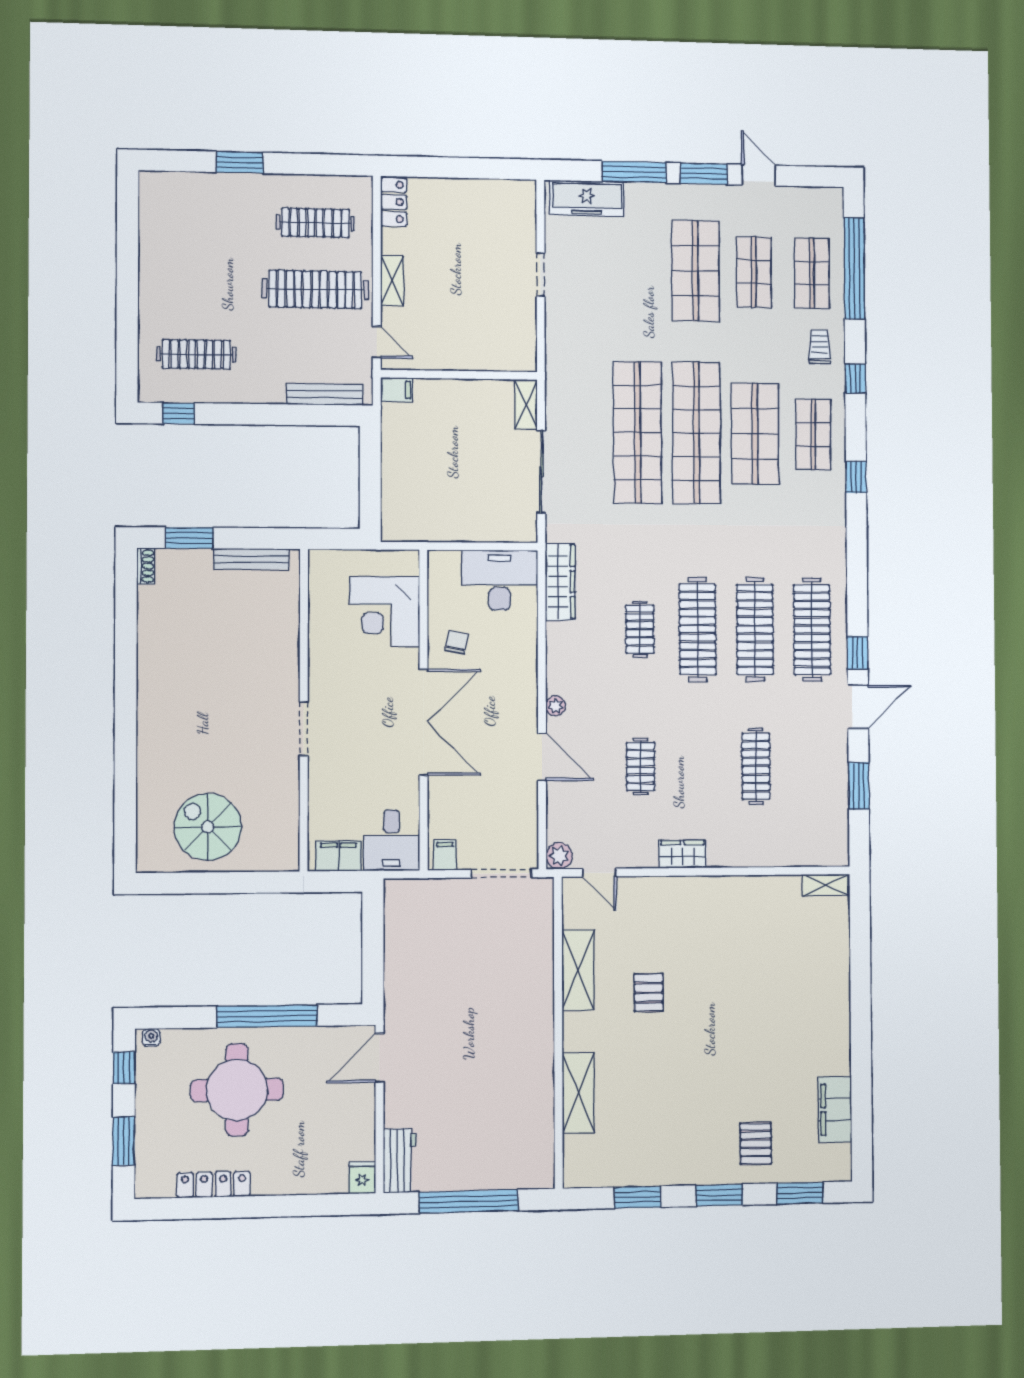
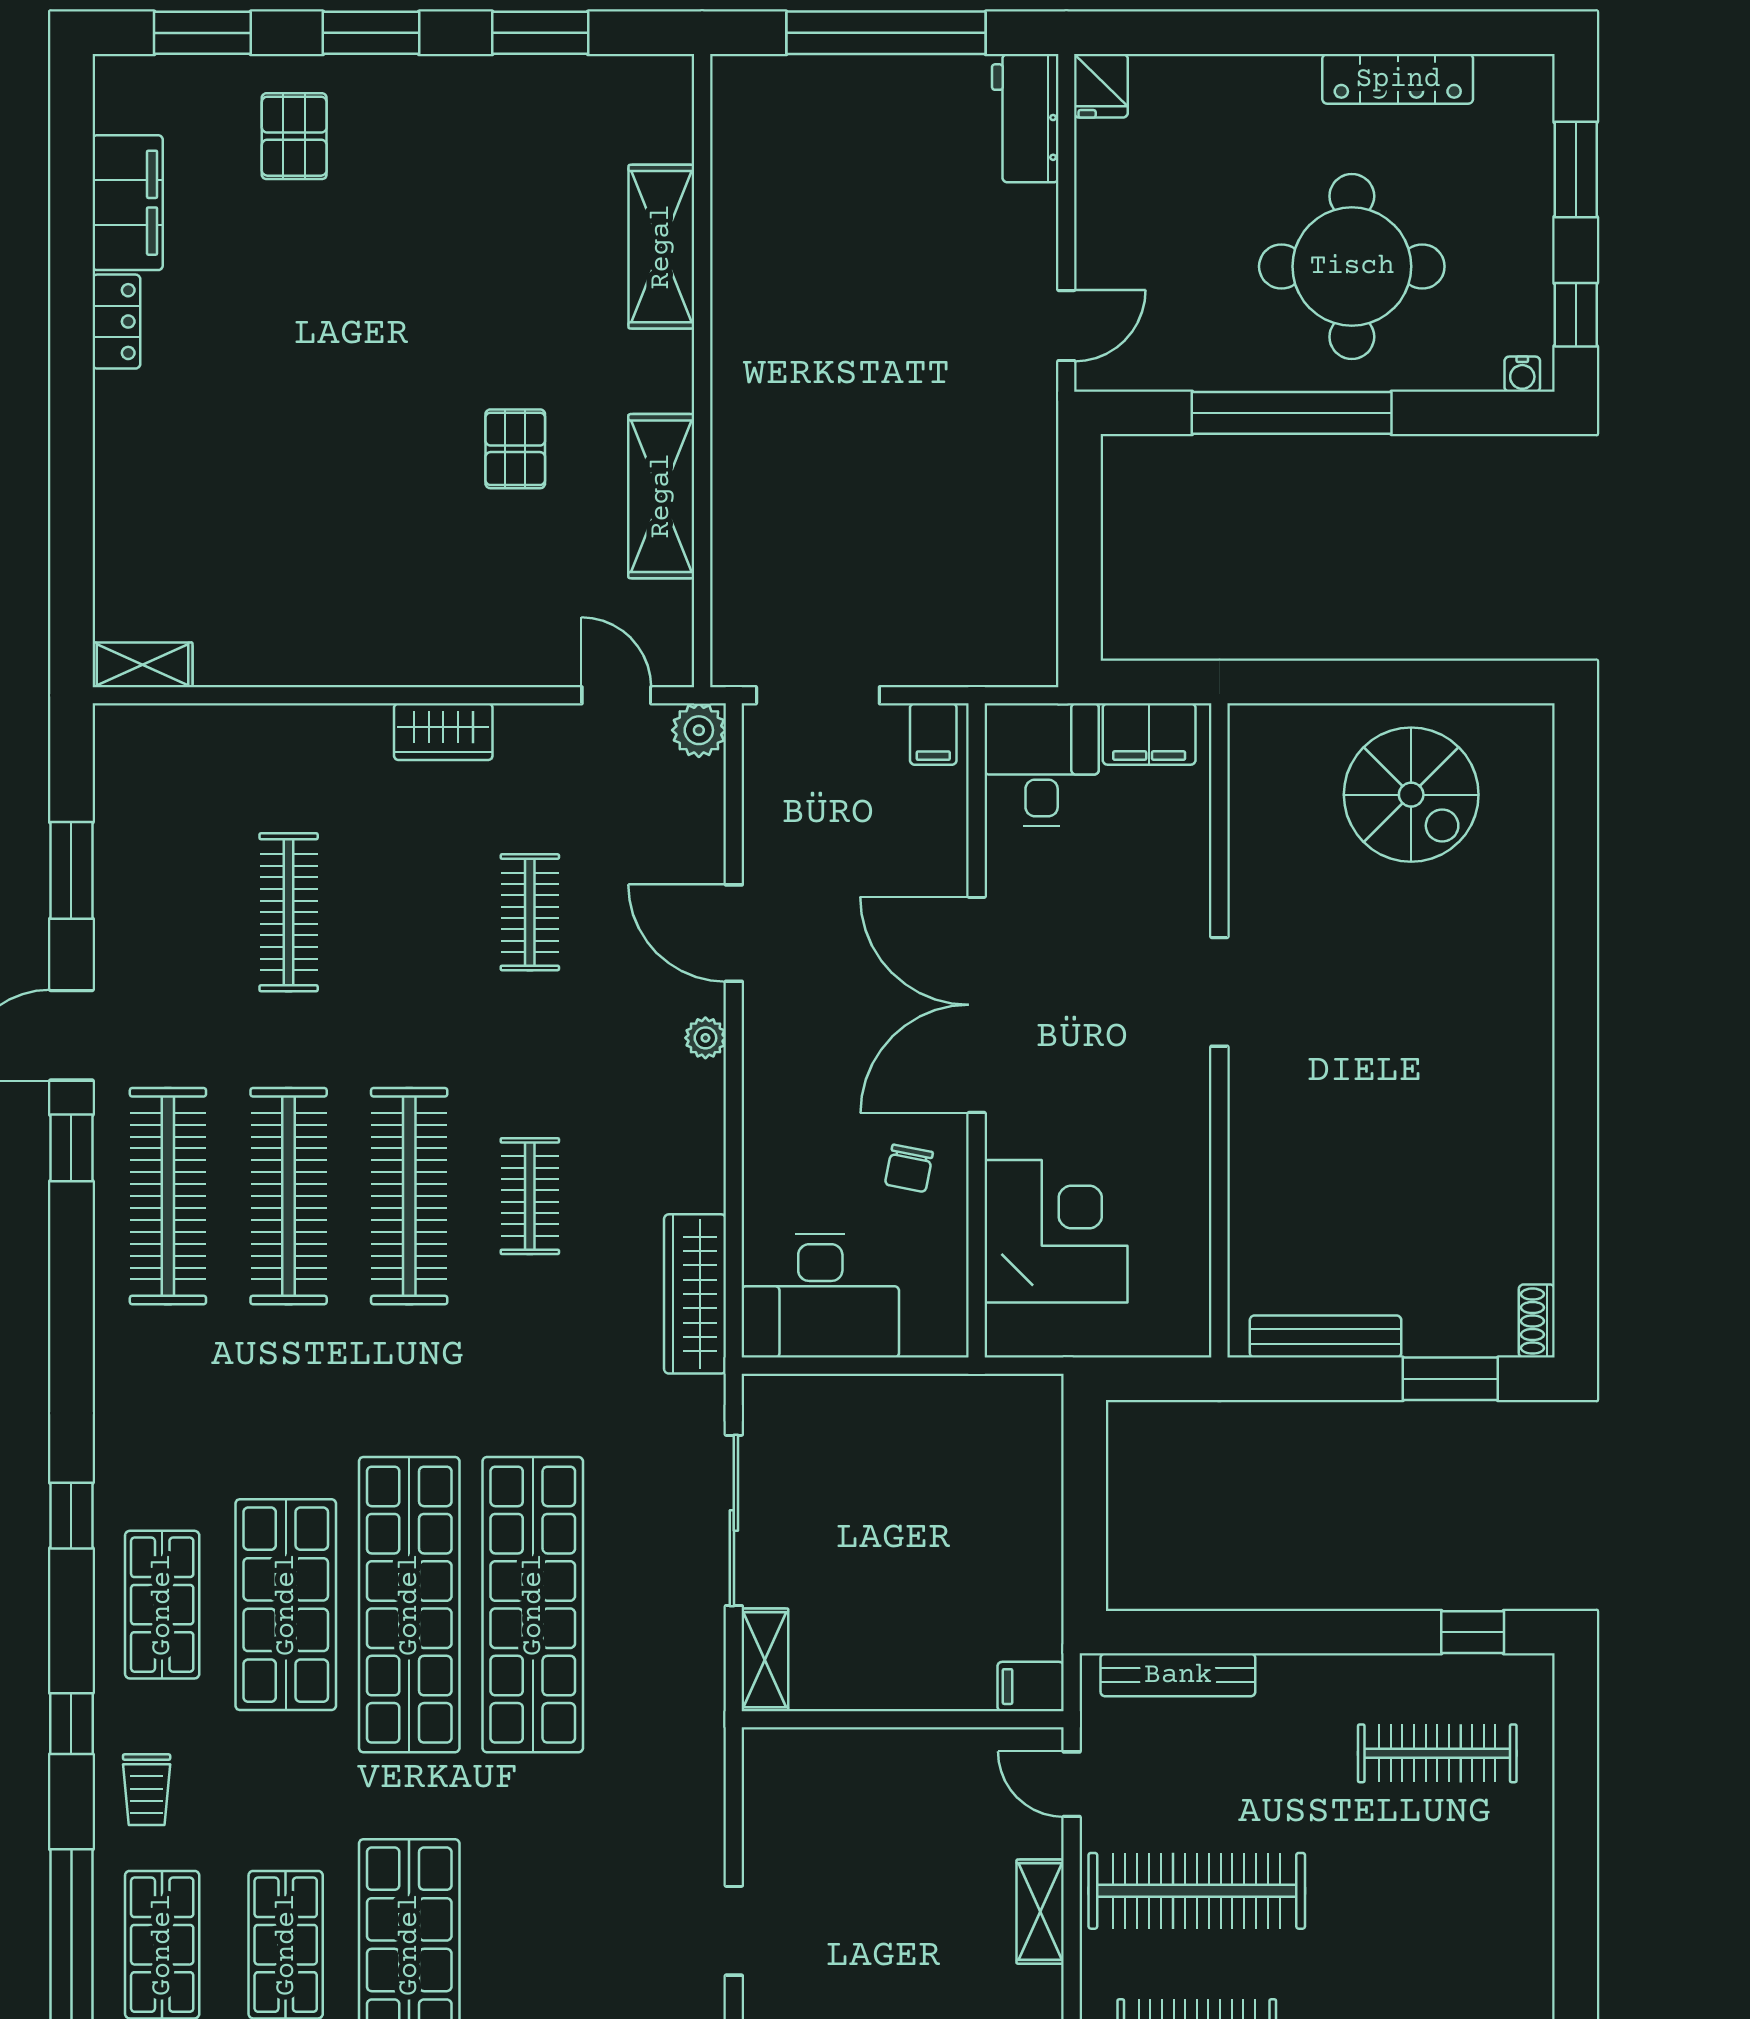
locker: (840, 1051) -> (116, 322), added
door: (379, 1058) -> (1066, 326), width x0.73

